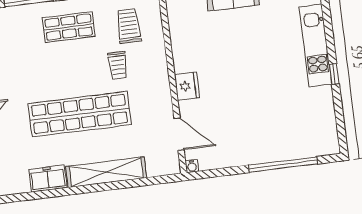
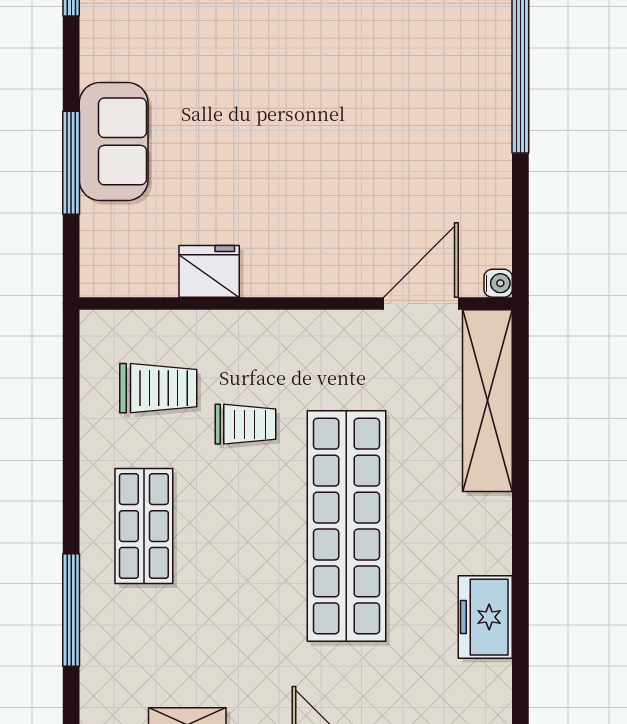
trolley: (129, 26) -> (158, 388), turned 180
fridge: (187, 86) -> (209, 271), moved
shelving: (106, 172) -> (487, 401), moved

